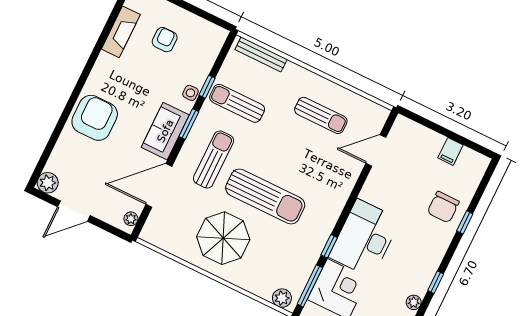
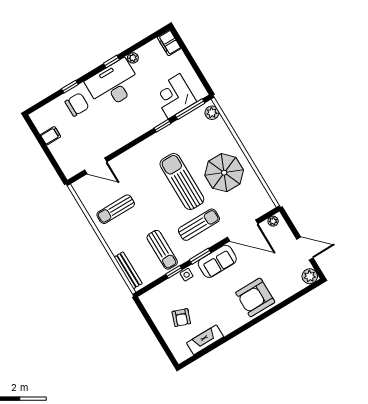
armchair: (165, 40) -> (181, 318), turned -70
sun lounger: (321, 115) -> (116, 209), turned -90
sun lounger: (214, 160) -> (199, 225), turned 180
desk: (365, 238) -> (113, 84), moved, turned 180

